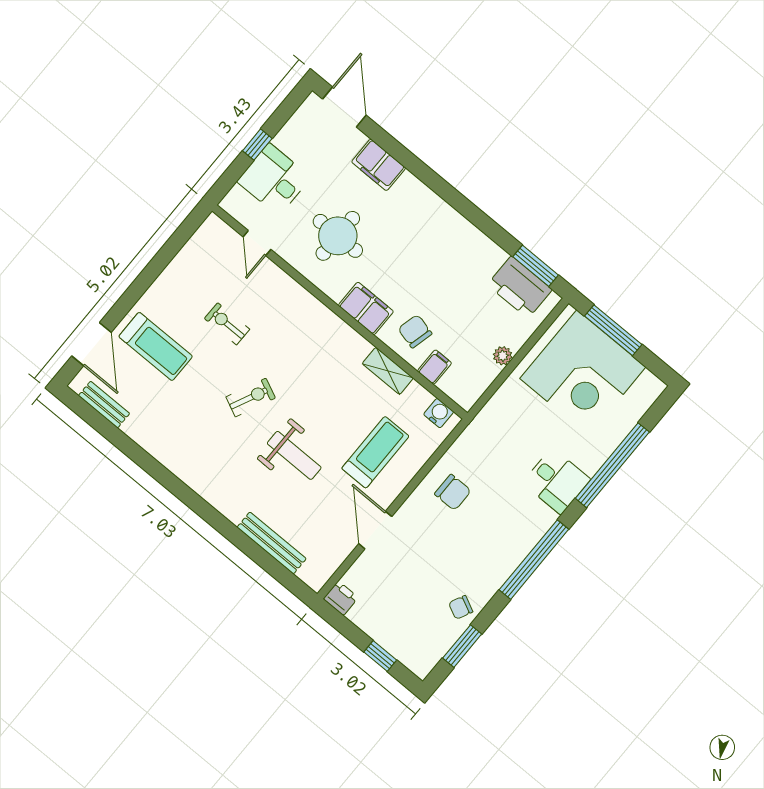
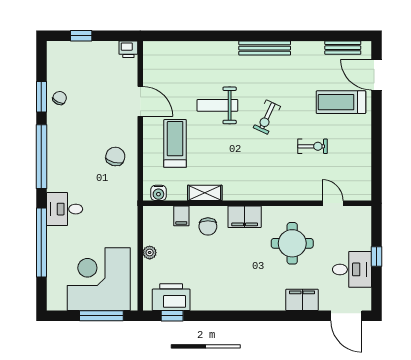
desk: (274, 179) -> (352, 269), moved
window: (536, 266) -> (172, 316), width x0.67
chair: (415, 331) -> (208, 226), turned 76
treadmill: (375, 452) -> (175, 143), turned 180
chair: (453, 492) -> (115, 156), turned 105
bench: (272, 543) -> (265, 48), moved
window: (462, 646) -> (41, 97), moved

